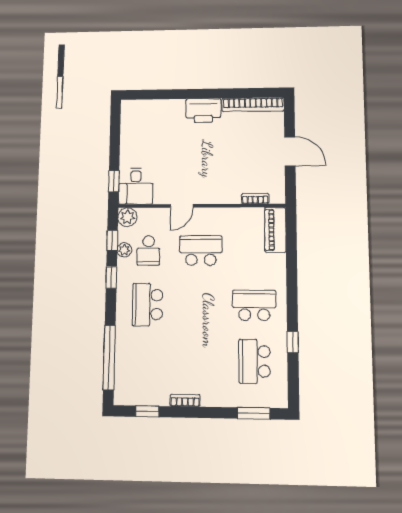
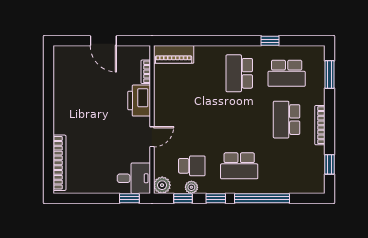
bookcase: (253, 105) -> (60, 163), moved
printer: (203, 111) -> (139, 101), moved, turned 180
door: (290, 151) -> (103, 41), swing flipped
door: (182, 206) -> (152, 137), hinge flipped
school desk: (201, 250) -> (287, 120), moved
window: (109, 358) -> (262, 198), moved
bookcase: (185, 400) -> (320, 125), width x1.56

